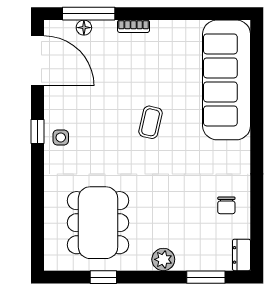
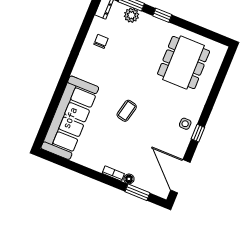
window: (89, 14) -> (137, 192), width x0.69
floor lamp: (84, 28) -> (129, 179), moved
plant: (163, 259) -> (131, 15), moved
window: (103, 277) -> (162, 15), moved

